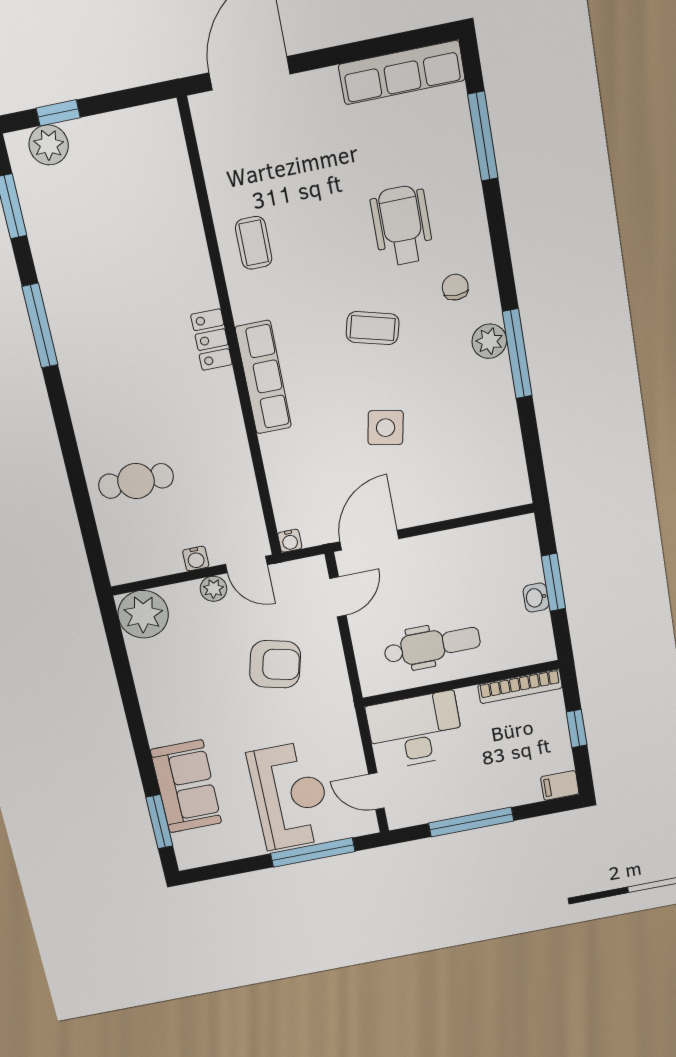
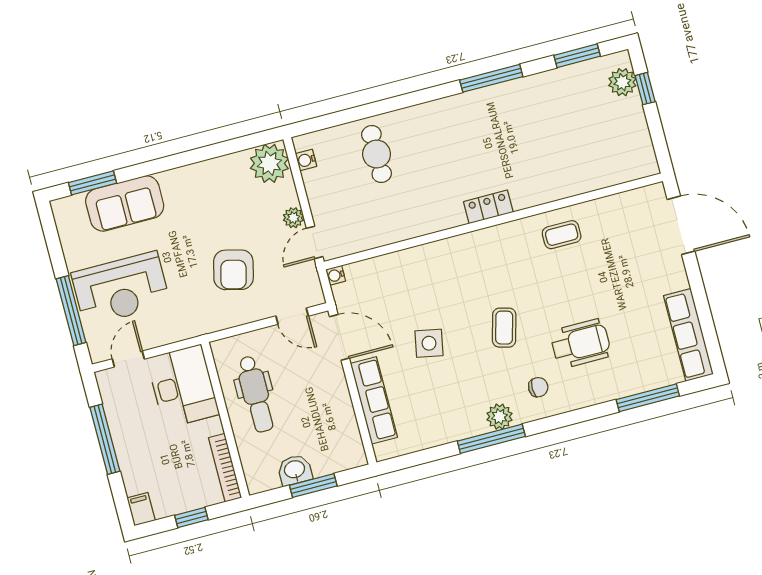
row of seats: (263, 377) -> (374, 400), moved, turned -90
water cooler: (196, 559) -> (306, 160), moved
washbasin: (536, 598) -> (295, 470), width x1.38, depth x1.45

